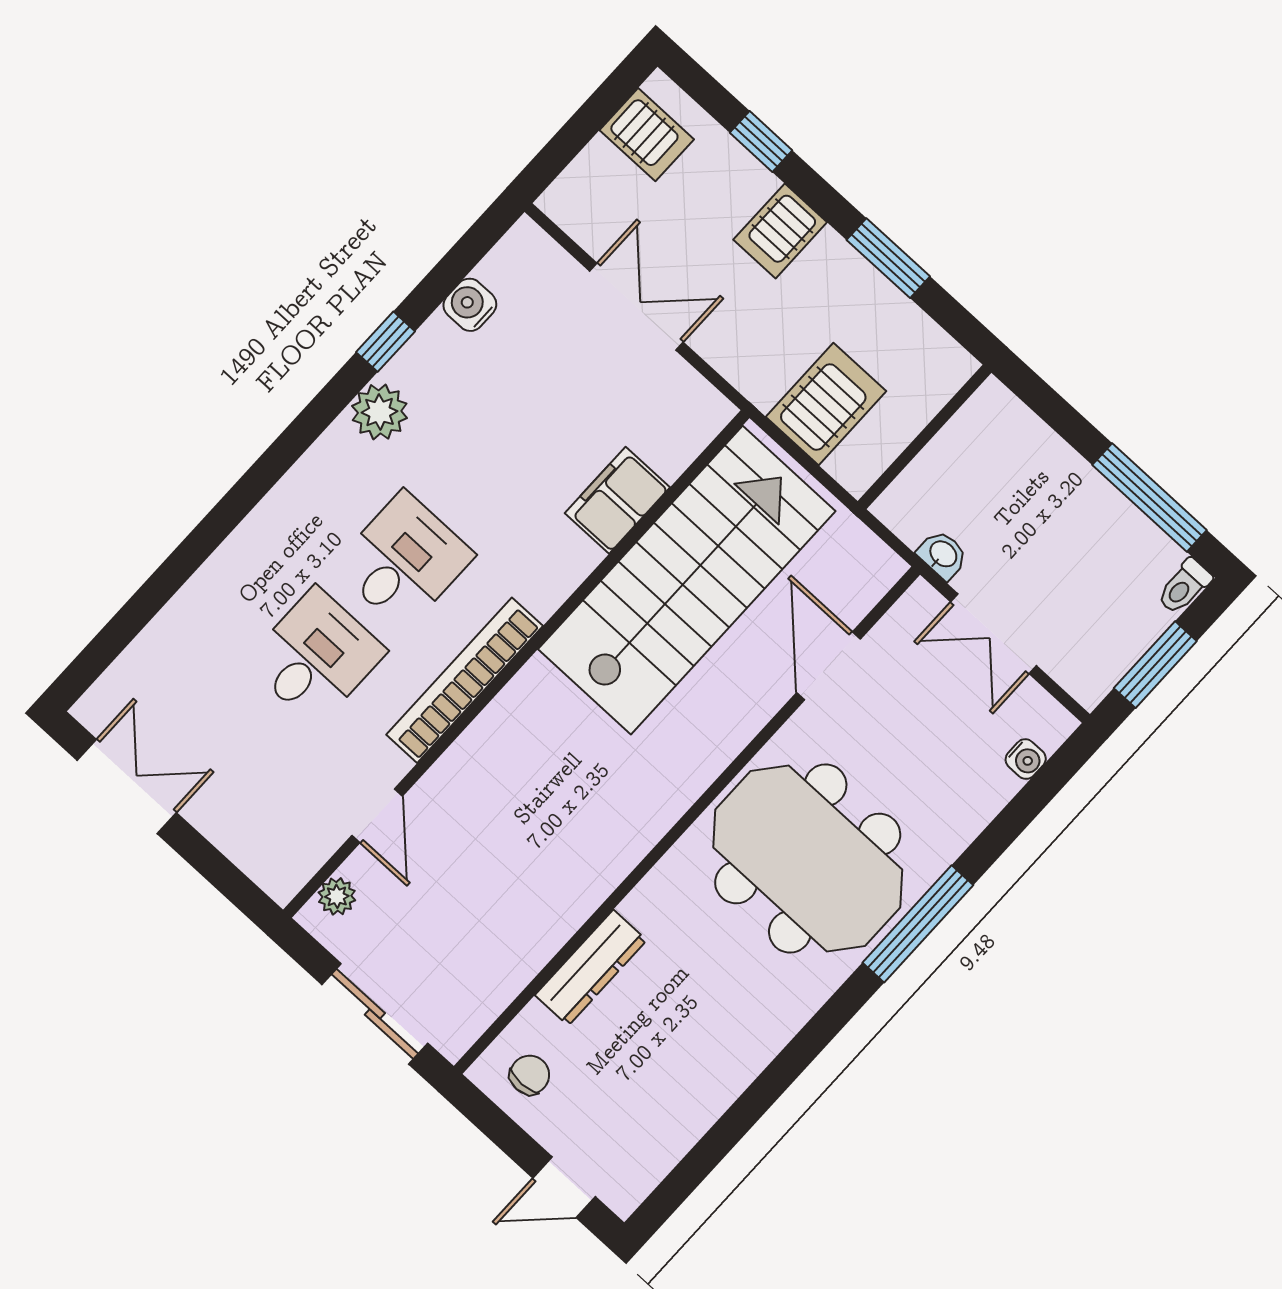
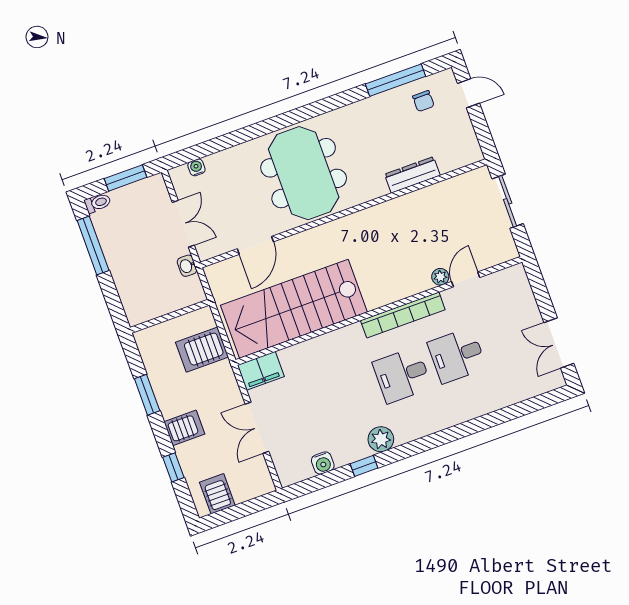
filing cabinet: (617, 500) -> (261, 371), moved
plant: (337, 896) -> (440, 277), moved
window: (918, 924) -> (396, 80), moved
chair: (530, 1075) -> (423, 101), moved, turned -89

